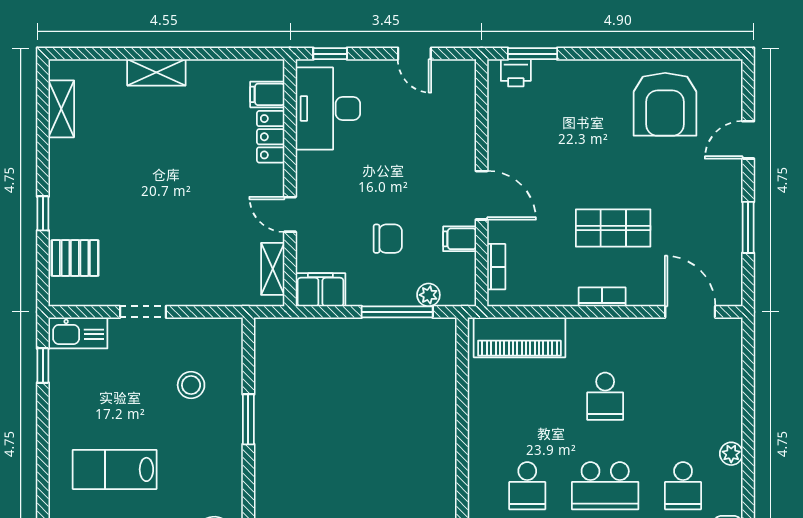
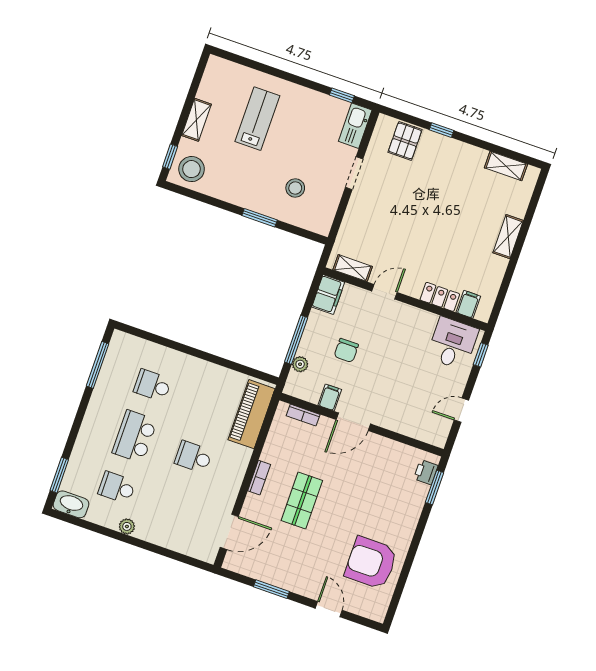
desk: (328, 109) -> (453, 343), width x0.73

